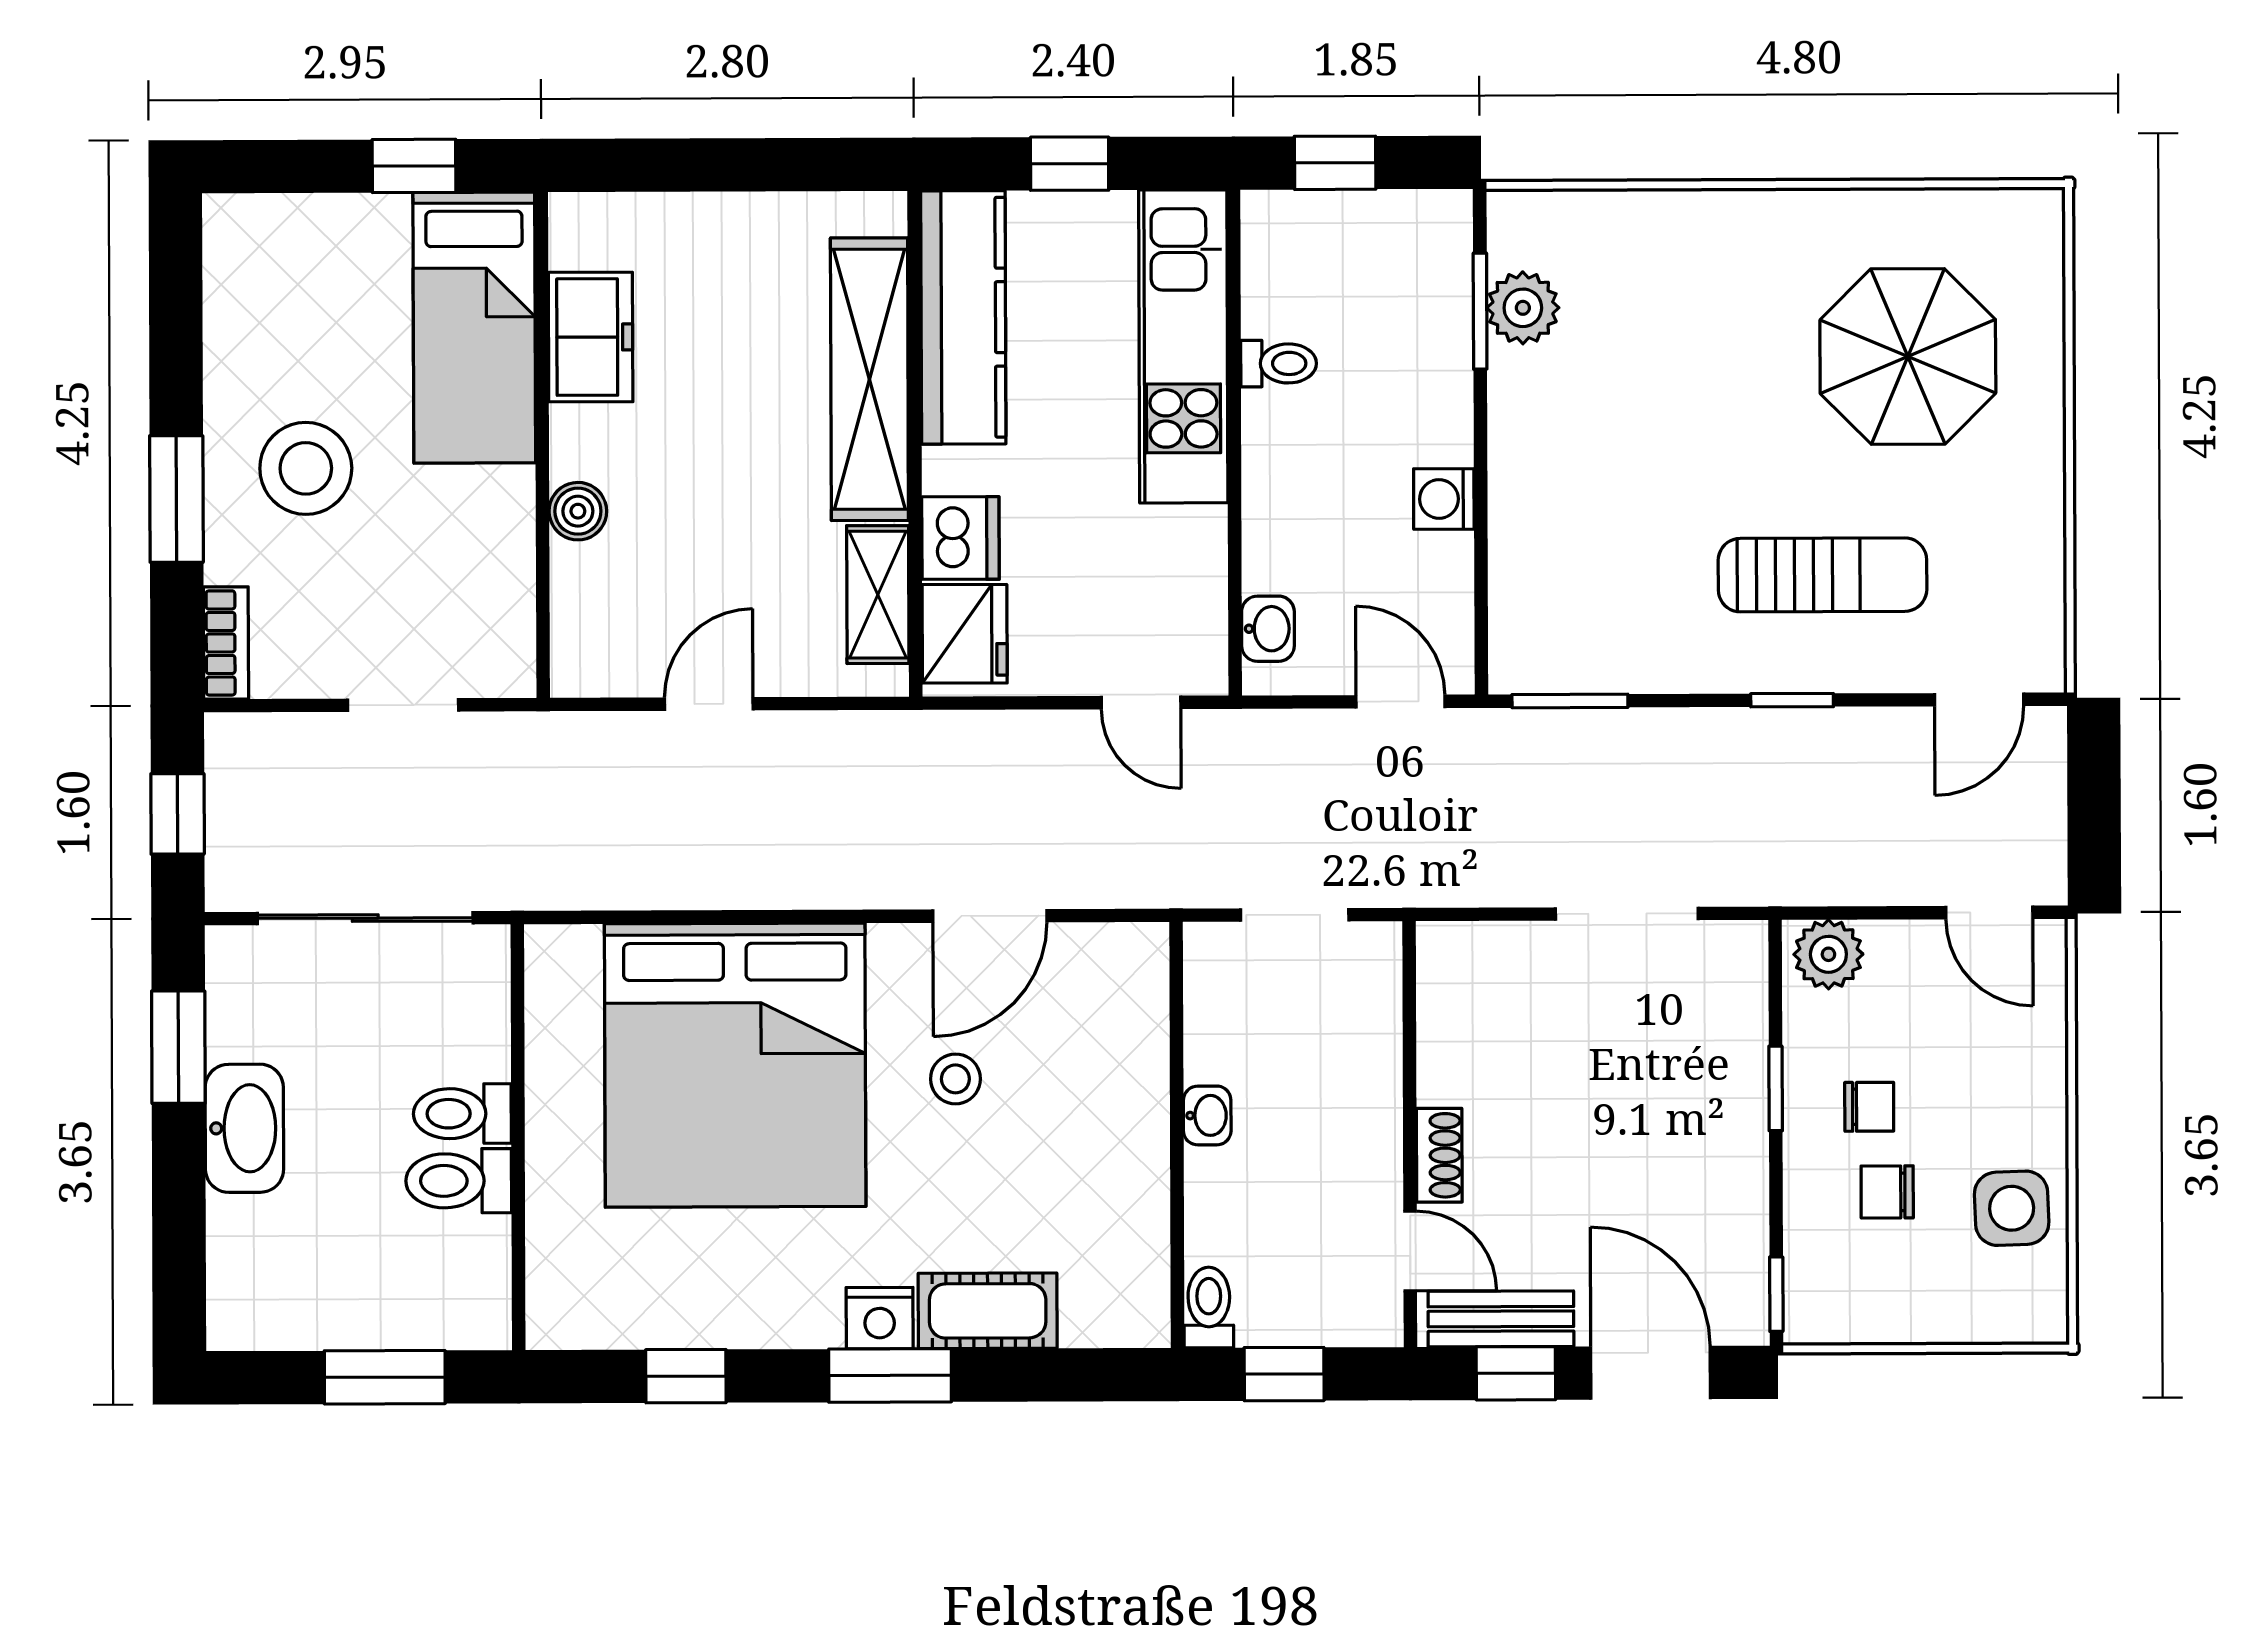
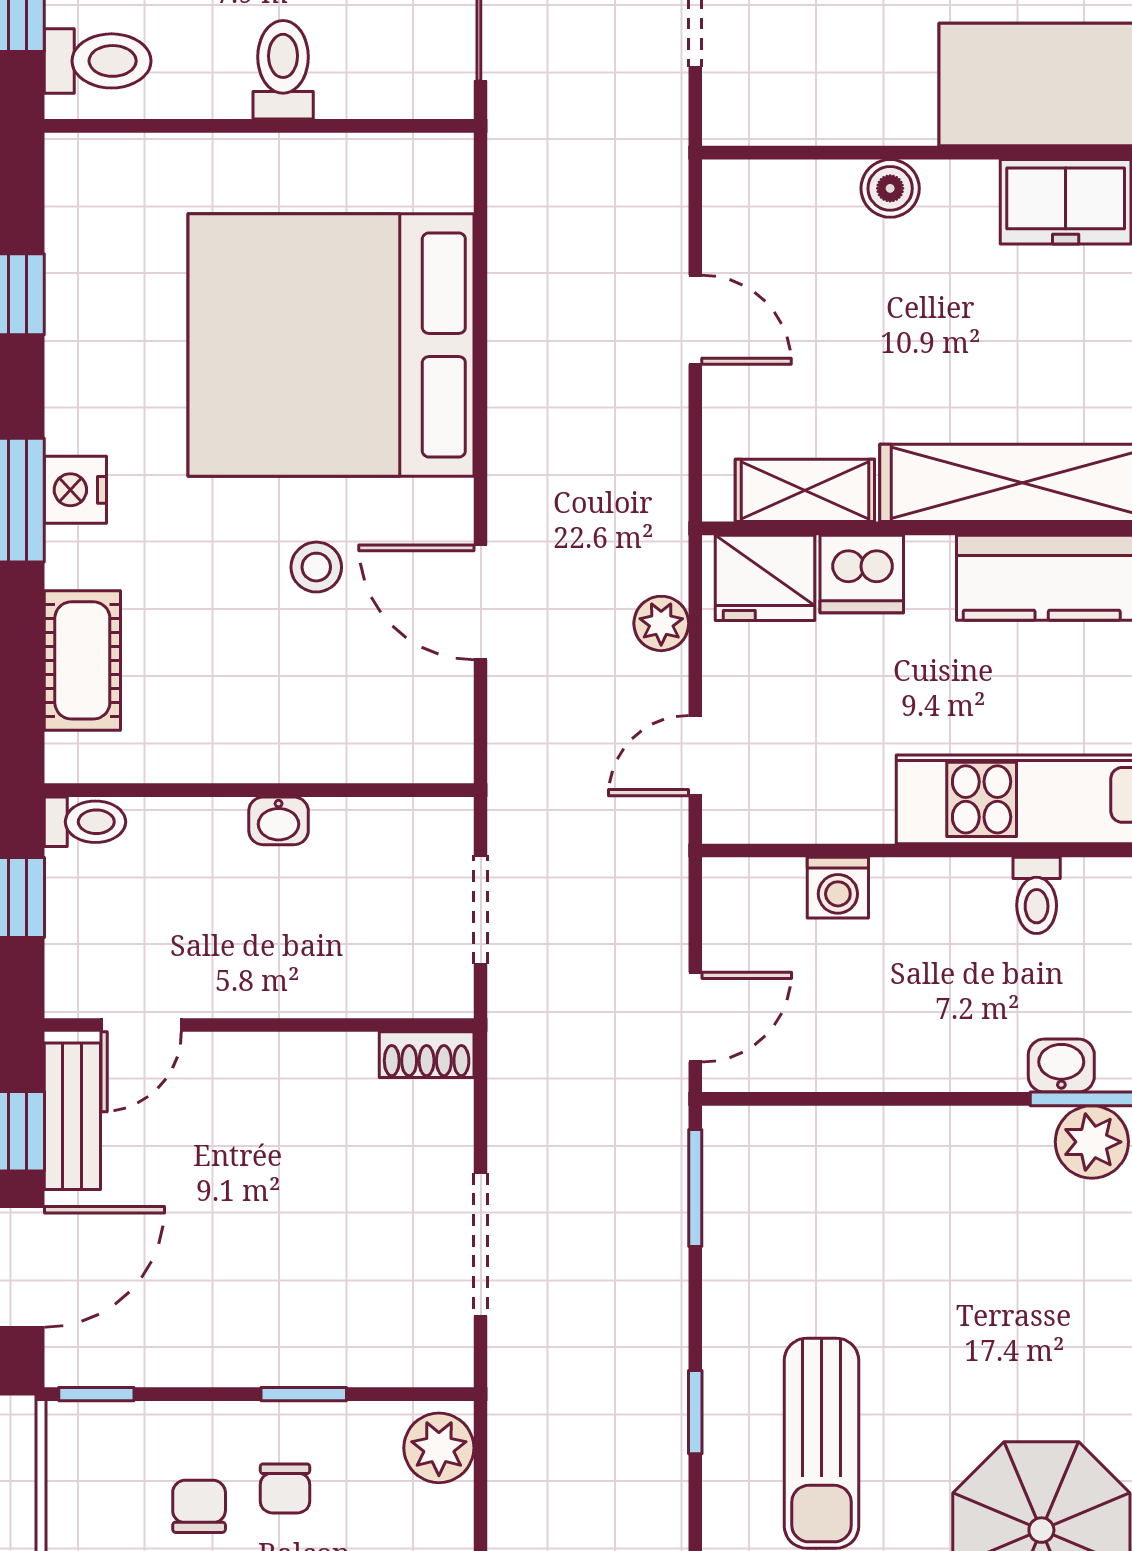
washing machine: (1444, 499) -> (838, 888), moved, turned 180
washbasin: (1268, 629) -> (1061, 1066), moved, turned 180
plant: (1010, 737) -> (661, 623), added
shoe rack: (1439, 1155) -> (427, 1055), moved
toilet: (459, 1181) -> (98, 61), moved, turned 90
cot: (988, 1311) -> (82, 660), moved

